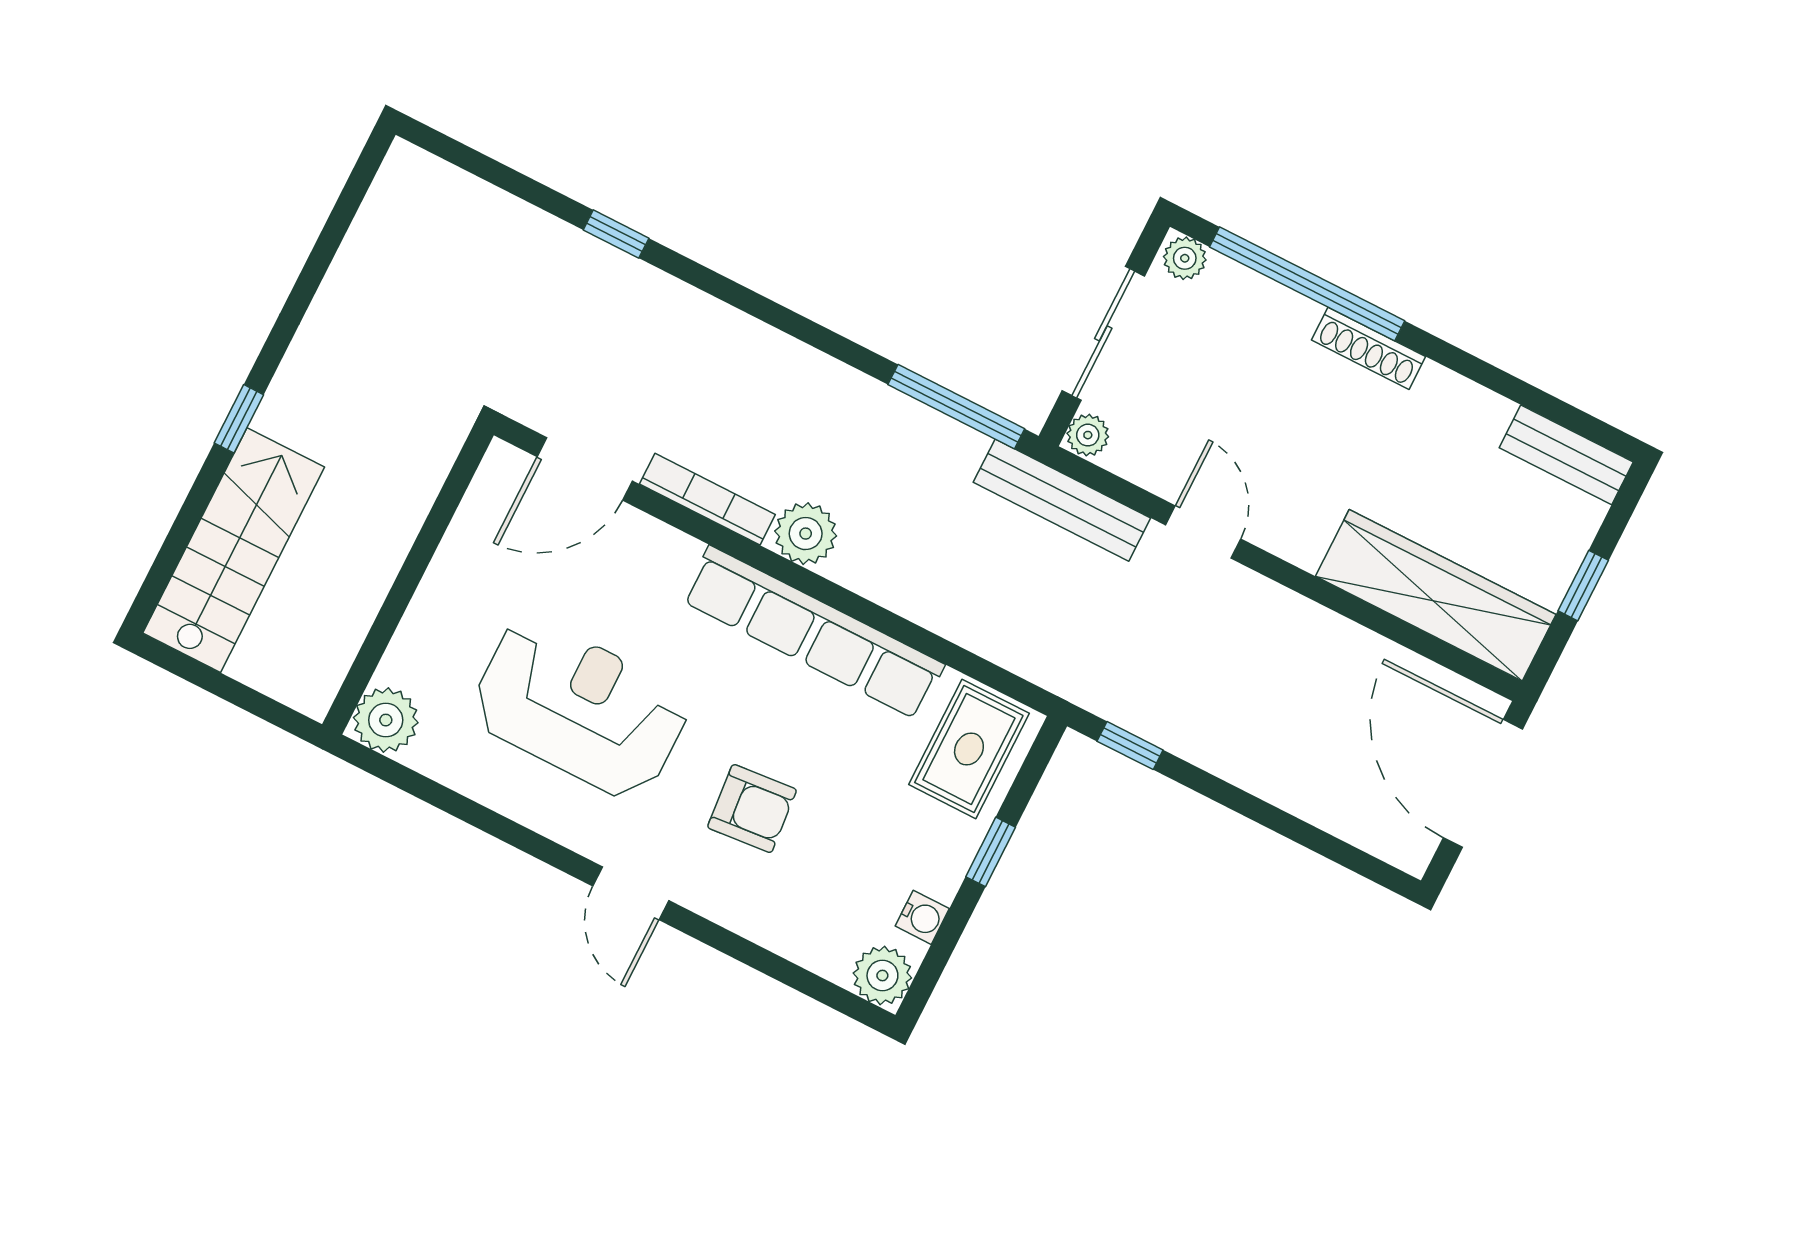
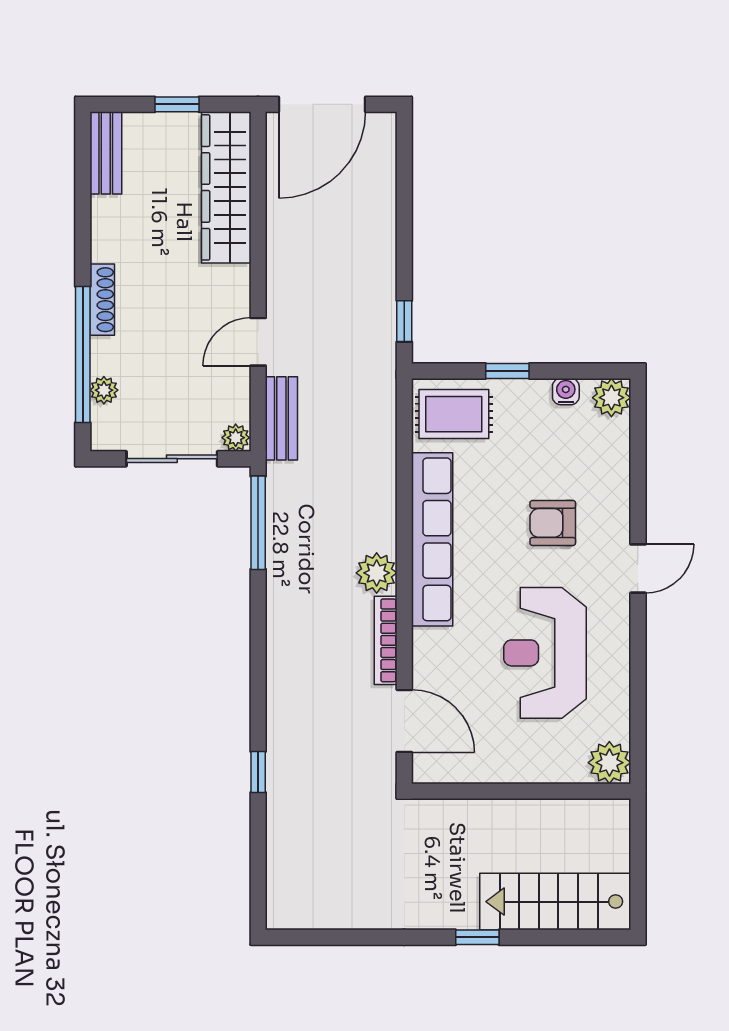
plant: (1185, 258) -> (104, 390), moved
bench: (1062, 500) -> (281, 418), width x0.73
armchair: (752, 809) -> (553, 523), turned -85

